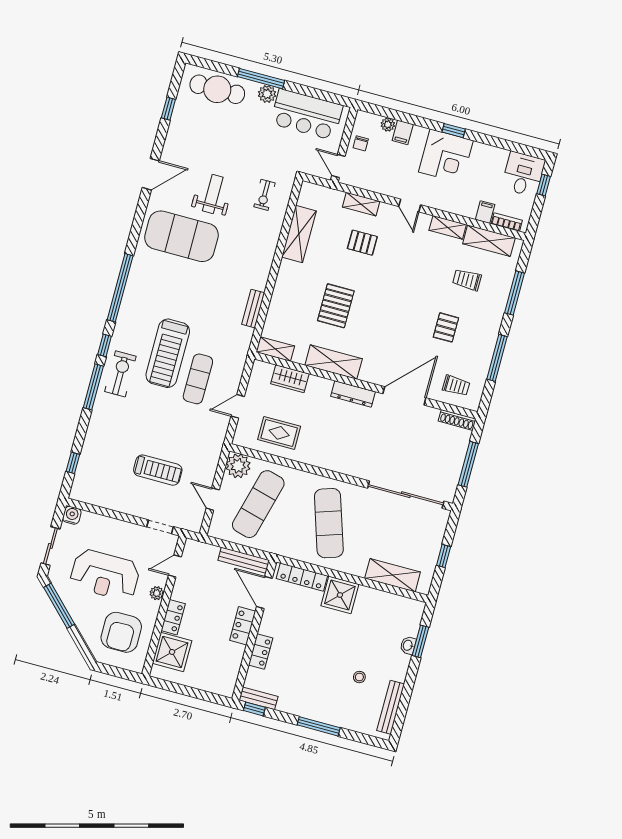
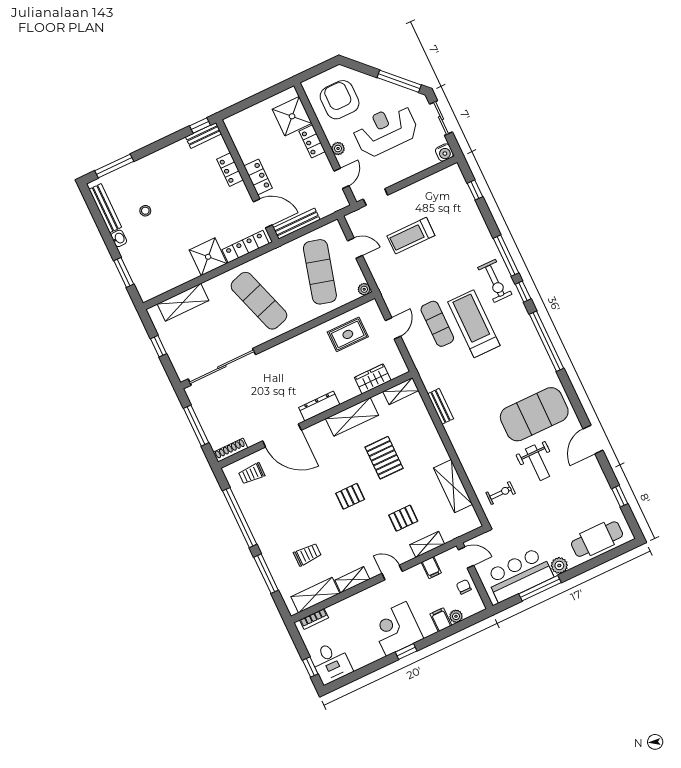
window: (261, 79) -> (540, 588), moved
exercise bike: (265, 195) -> (501, 493), turned 90
filing cabinet: (485, 212) -> (431, 568), moved
pallet: (446, 327) -> (350, 496), moved, turned 90
window: (497, 358) -> (240, 518), width x1.46
door: (404, 396) -> (282, 436), hinge flipped
plant: (238, 466) -> (364, 289), width x0.53, depth x0.53
washbasin: (408, 645) -> (119, 238), moved
window: (319, 726) -> (114, 166), moved

